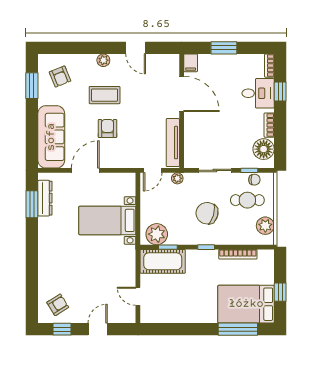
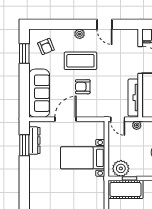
coffee table: (105, 95) -> (80, 61), width x1.36, depth x1.32
armchair: (107, 128) -> (83, 87), turned -90
door: (153, 170) -> (118, 119), hinge flipped

